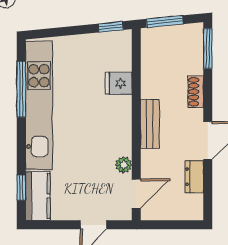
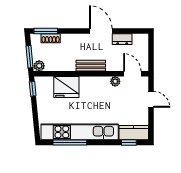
plant: (150, 38) -> (39, 66), added
fridge: (119, 83) -> (66, 87), width x1.88, depth x1.34
shoe rack: (196, 92) -> (51, 38), moved

